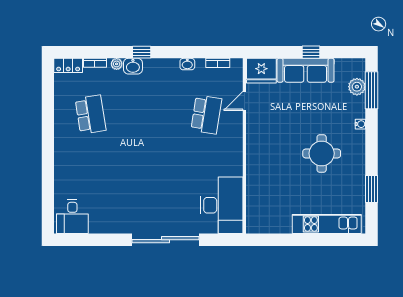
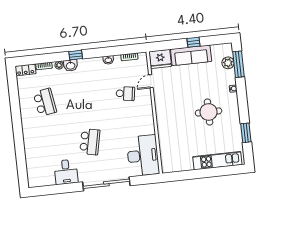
school desk: (206, 115) -> (125, 94), width x0.54
school desk: (148, 177) -> (90, 142), added
desk: (72, 217) -> (66, 172), moved

